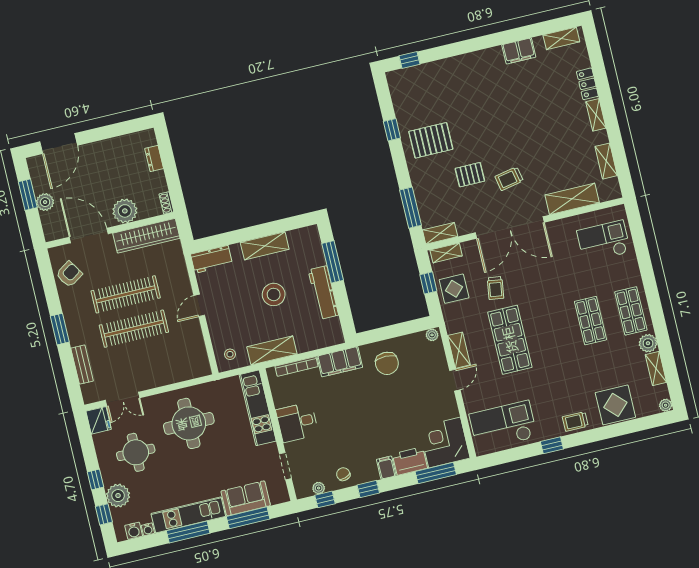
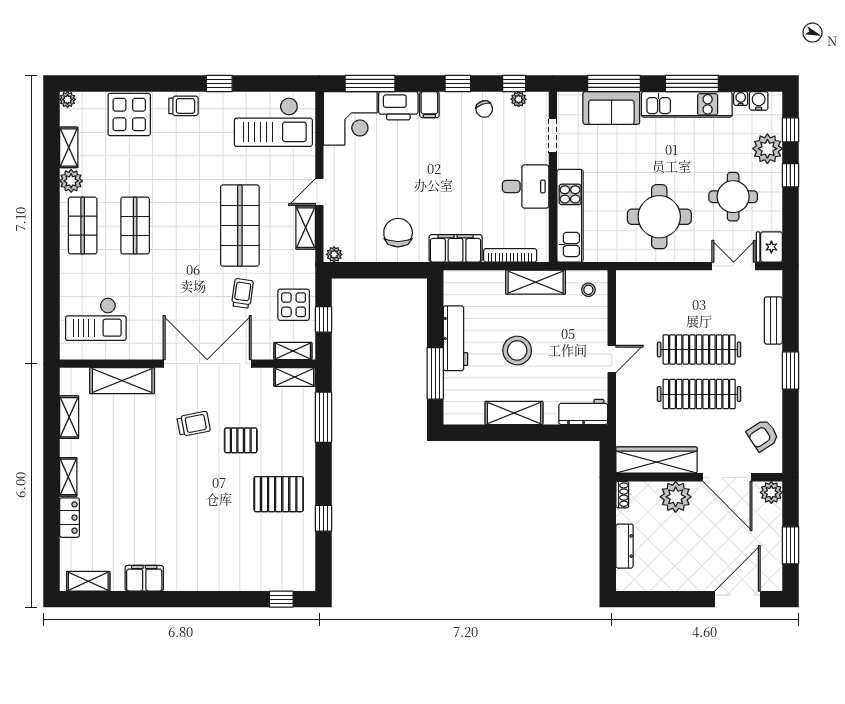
dresser: (154, 159) -> (624, 546), width x1.44
plant: (45, 202) -> (771, 492), moved

